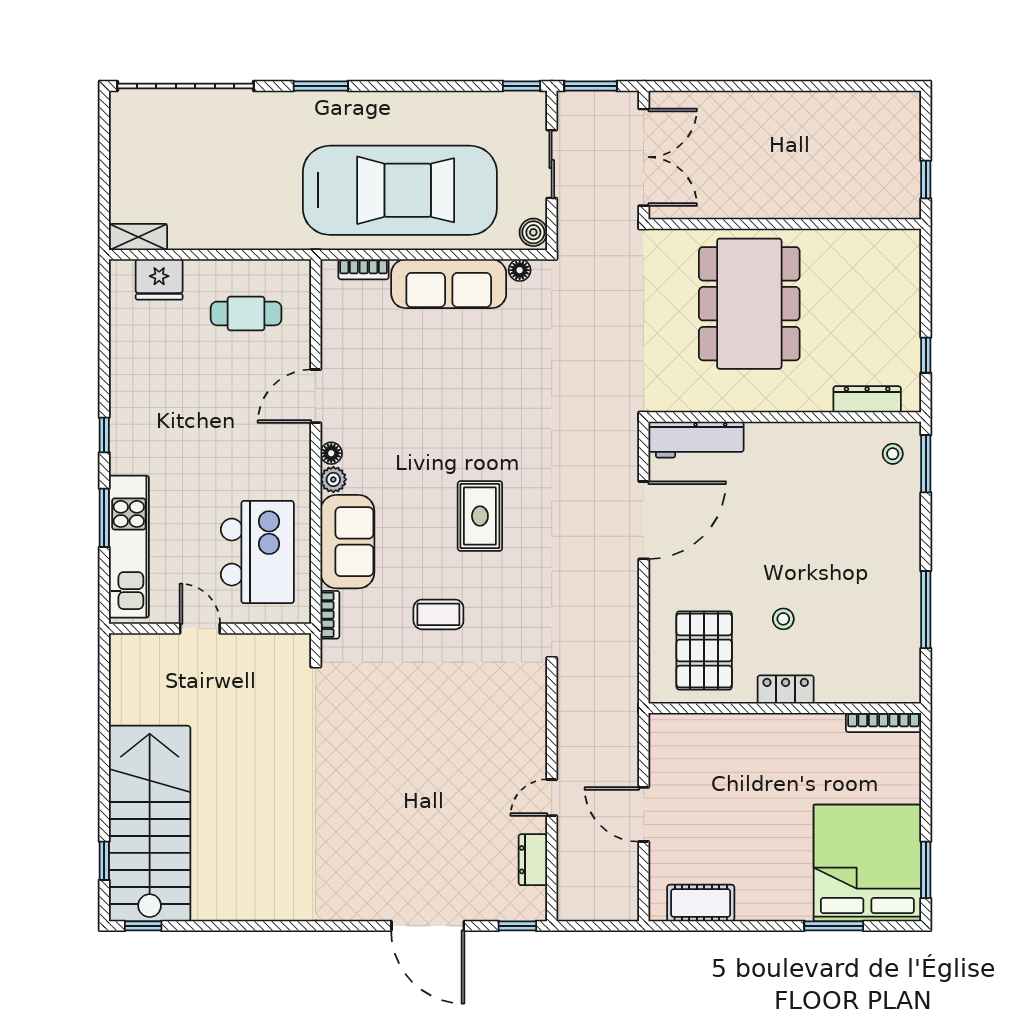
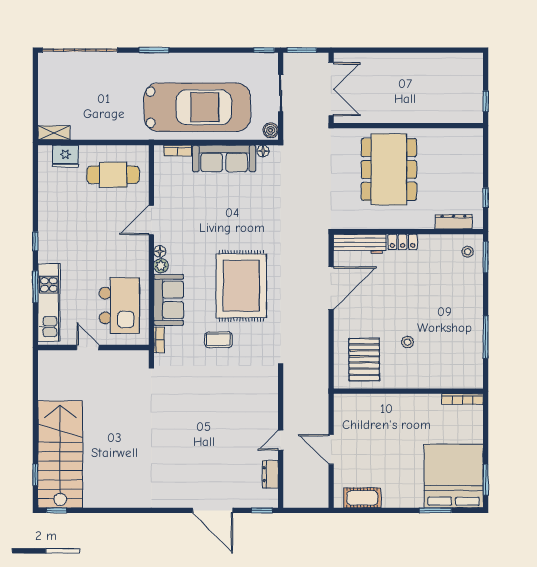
cafe table: (246, 313) -> (113, 175), width x1.37, depth x1.35
rug: (480, 516) -> (241, 286), width x1.86, depth x2.06
locker: (786, 689) -> (403, 242), moved, turned 180

